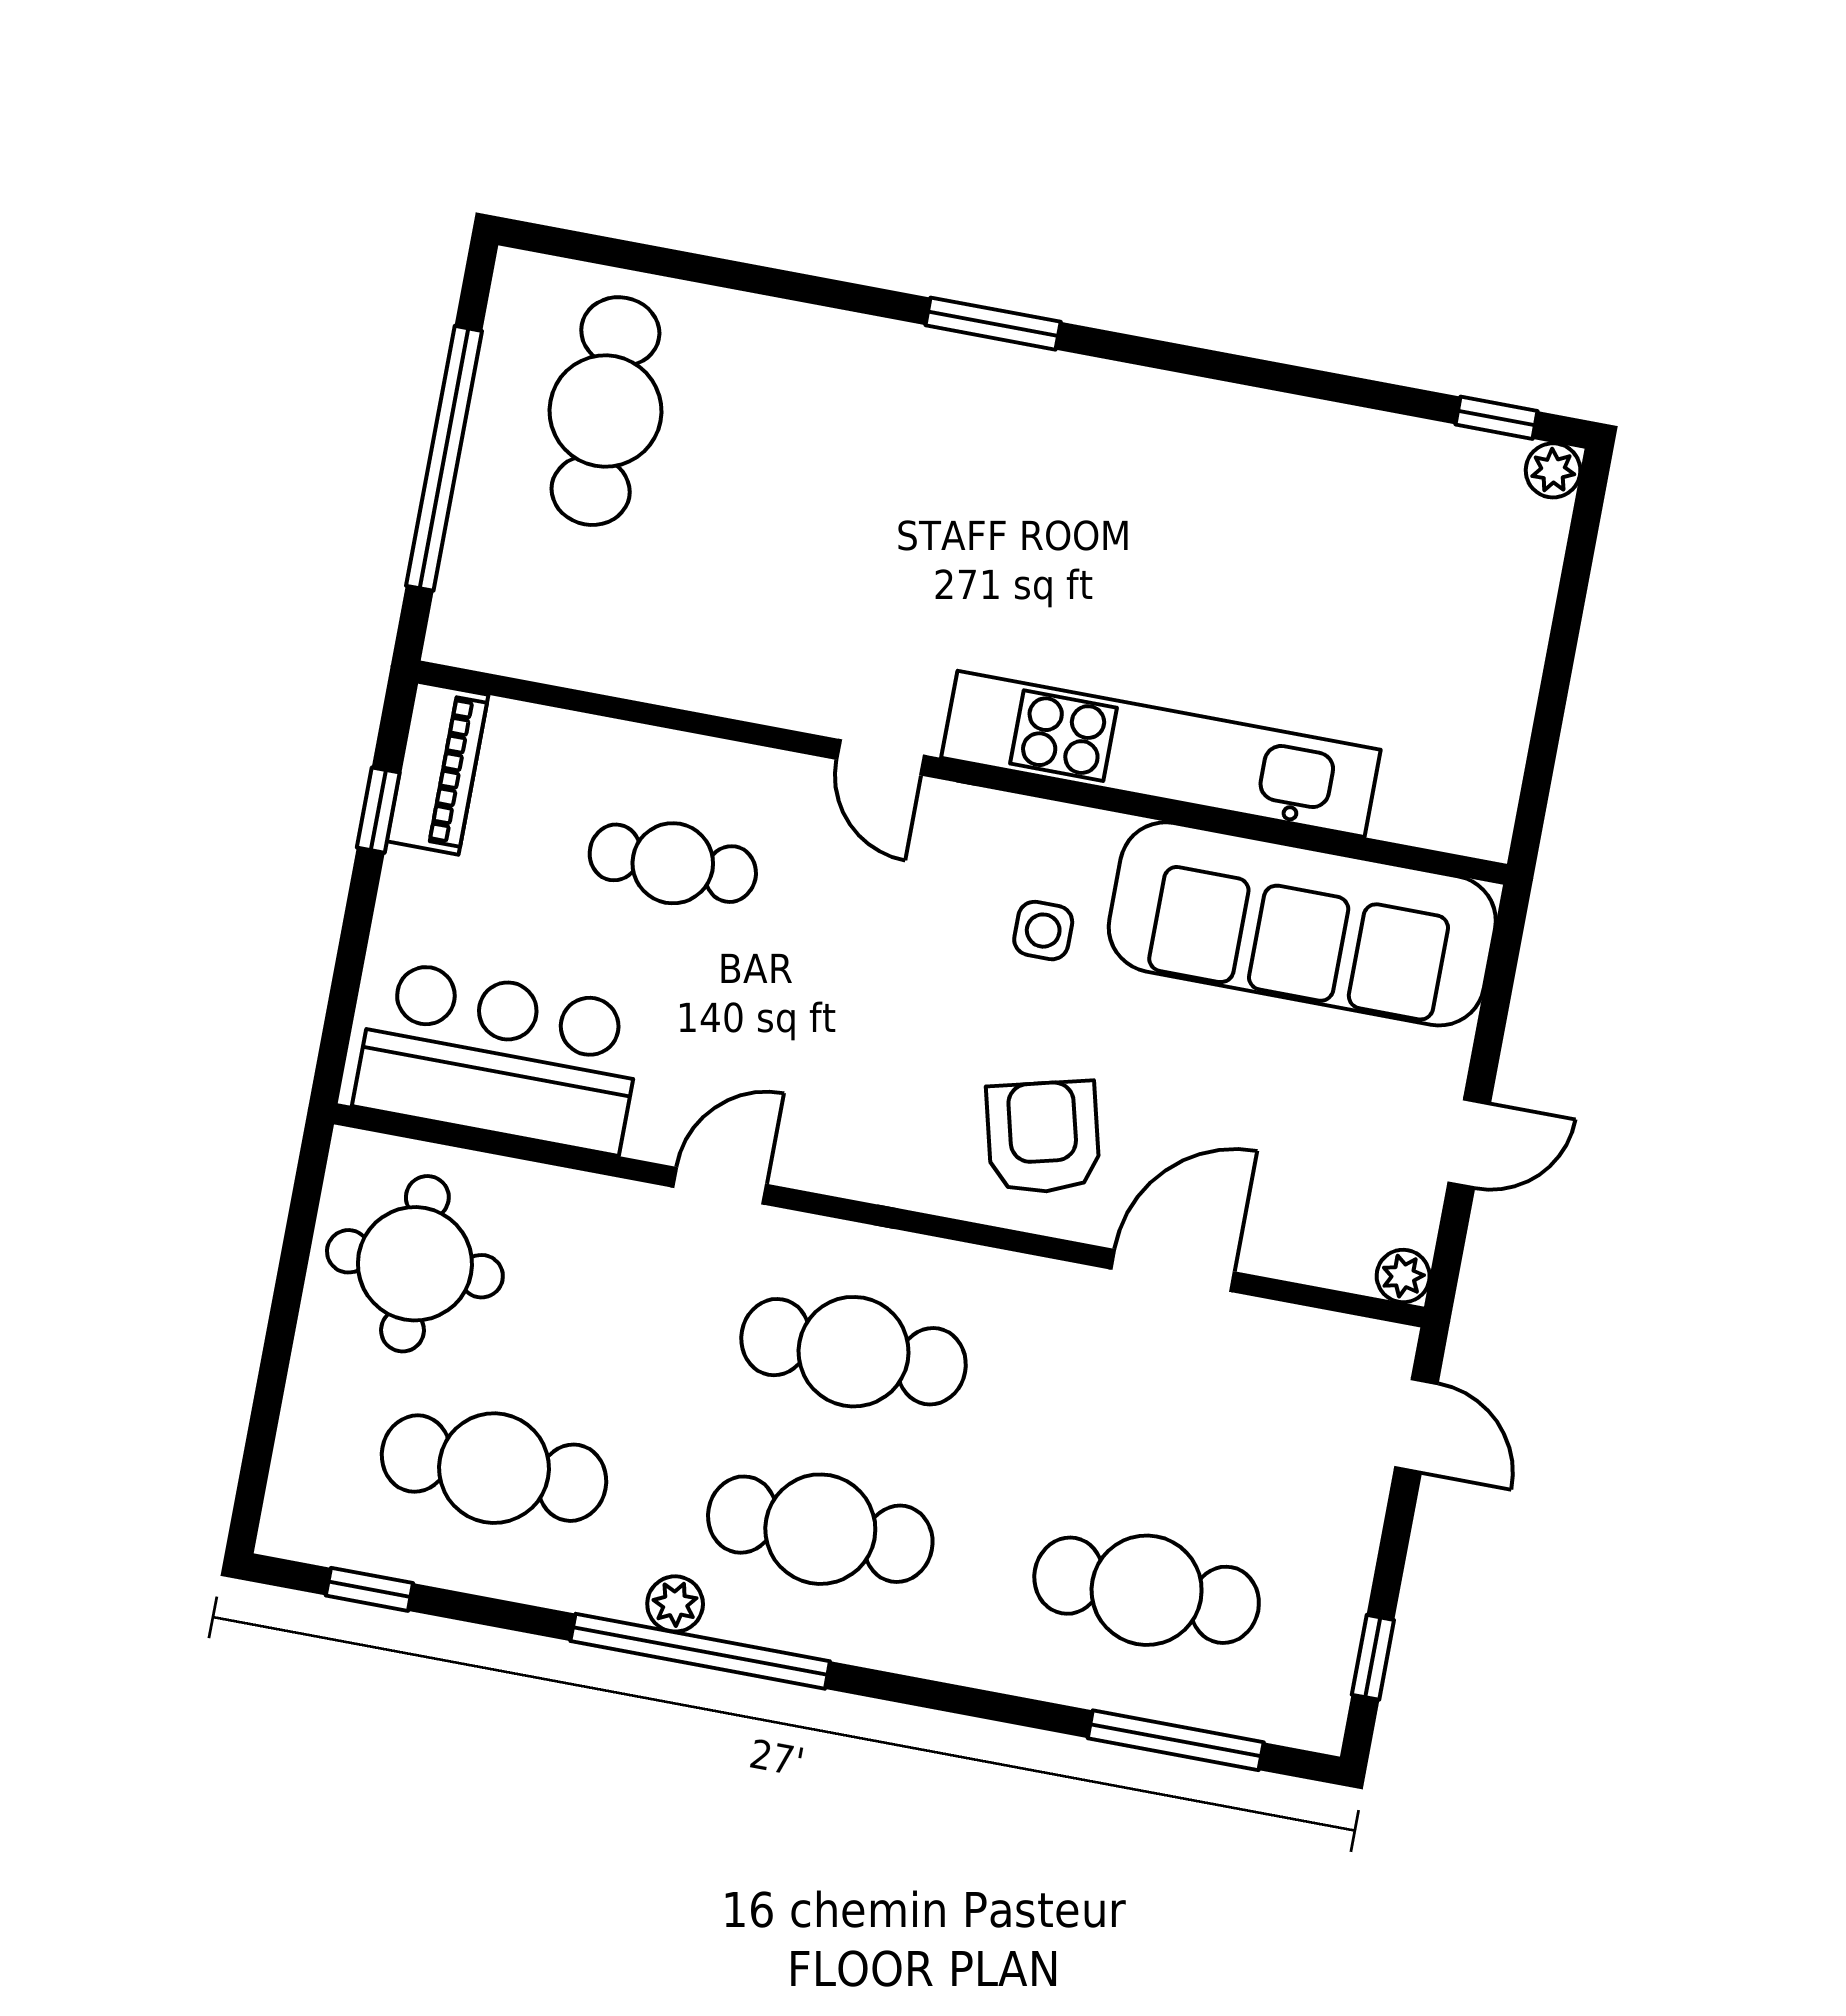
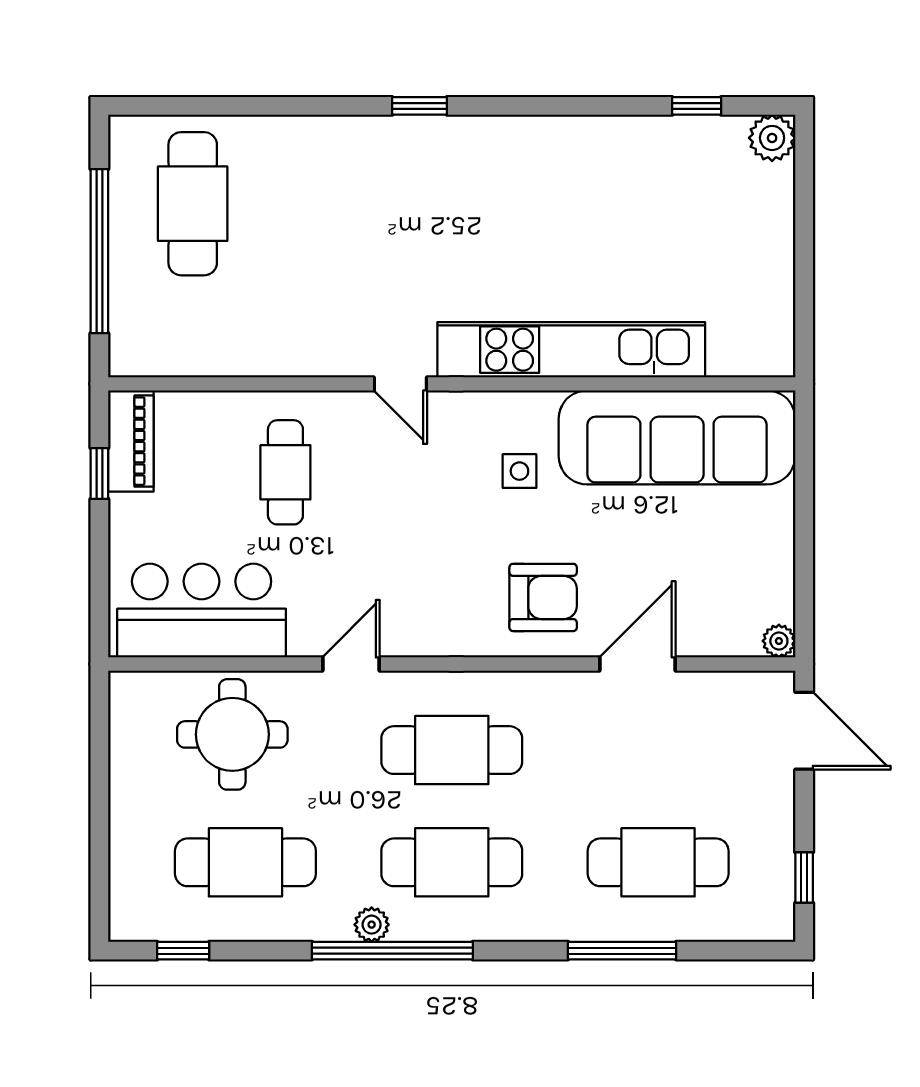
window: (993, 324) -> (419, 106), width x0.67
window: (1496, 418) -> (697, 106), moved
plant: (1553, 470) -> (772, 138), width x1.38, depth x1.38
cafe table: (673, 863) -> (285, 472), turned 90
armchair: (1043, 1137) -> (543, 597), turned 104
door: (1469, 1143) -> (804, 552), removed
round table: (415, 1264) -> (232, 734), moved
door: (1416, 1426) -> (804, 731), width x1.38
window: (1176, 1740) -> (622, 951), moved

